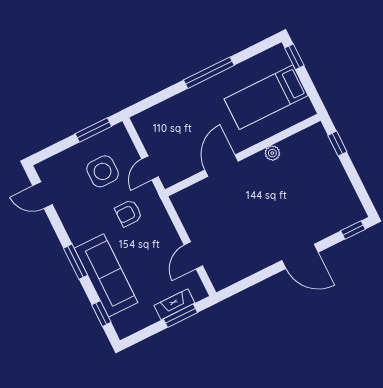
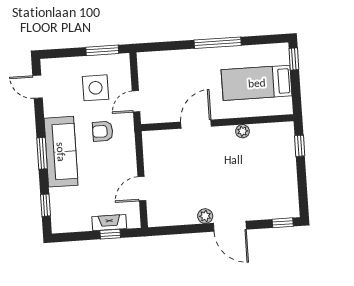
plant: (270, 256) -> (205, 216), added
sofa: (106, 275) -> (61, 152), moved
window: (180, 316) -> (110, 234), width x0.67

